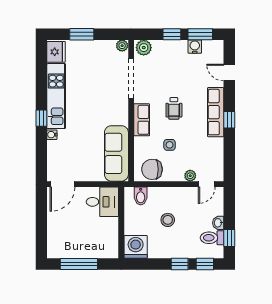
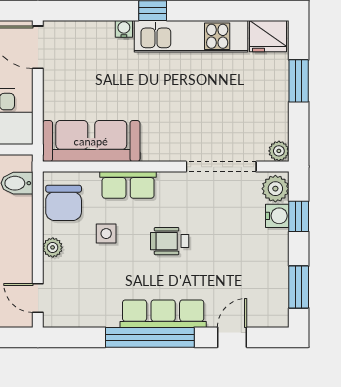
window: (172, 34) -> (299, 216), moved
water cooler: (195, 47) -> (277, 216), moved
row of seats: (142, 120) -> (128, 185), moved
window: (229, 120) -> (150, 337), width x3.17
chair: (152, 169) -> (64, 203), turned 180
plant: (190, 176) -> (53, 247), moved

